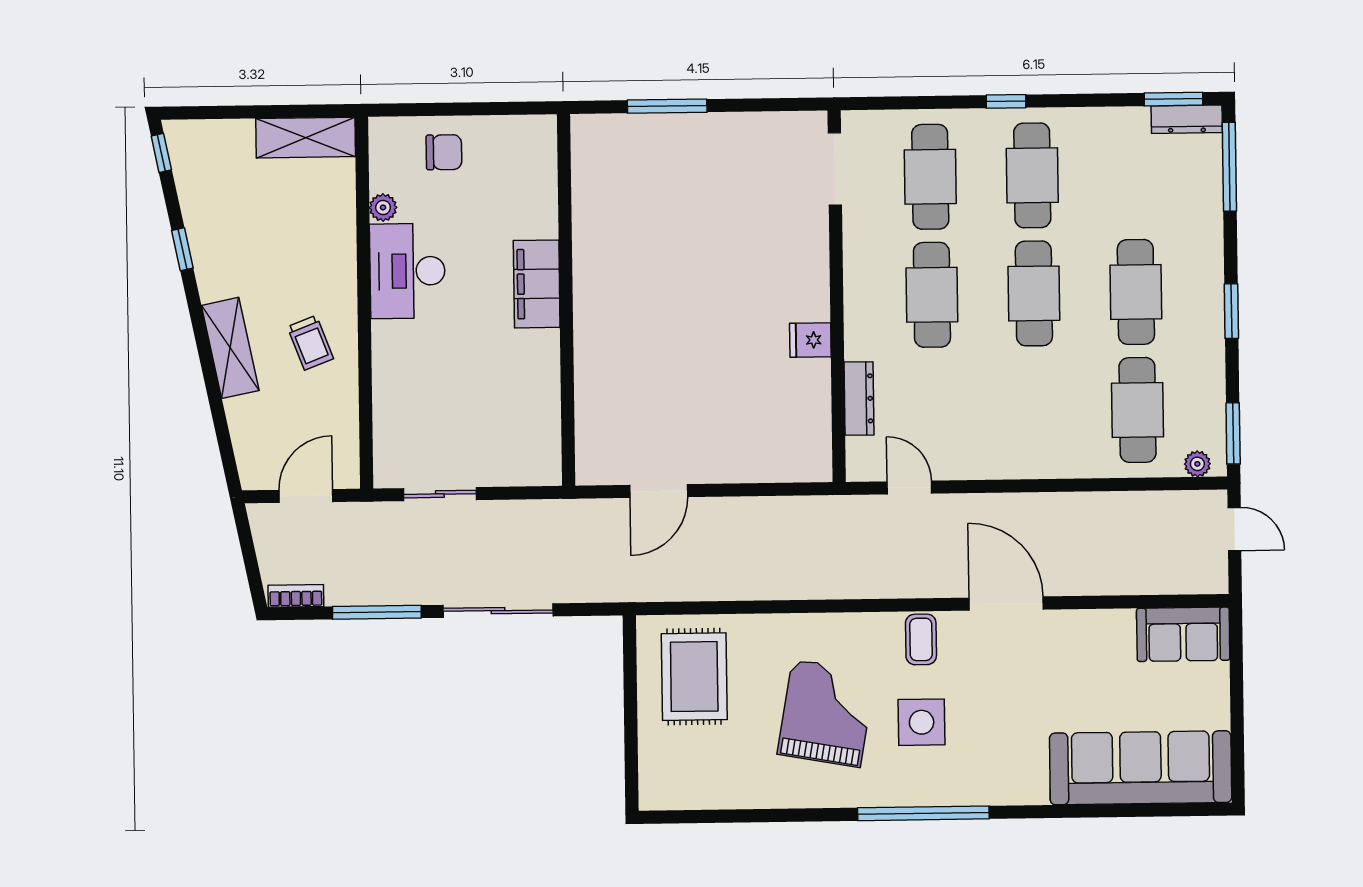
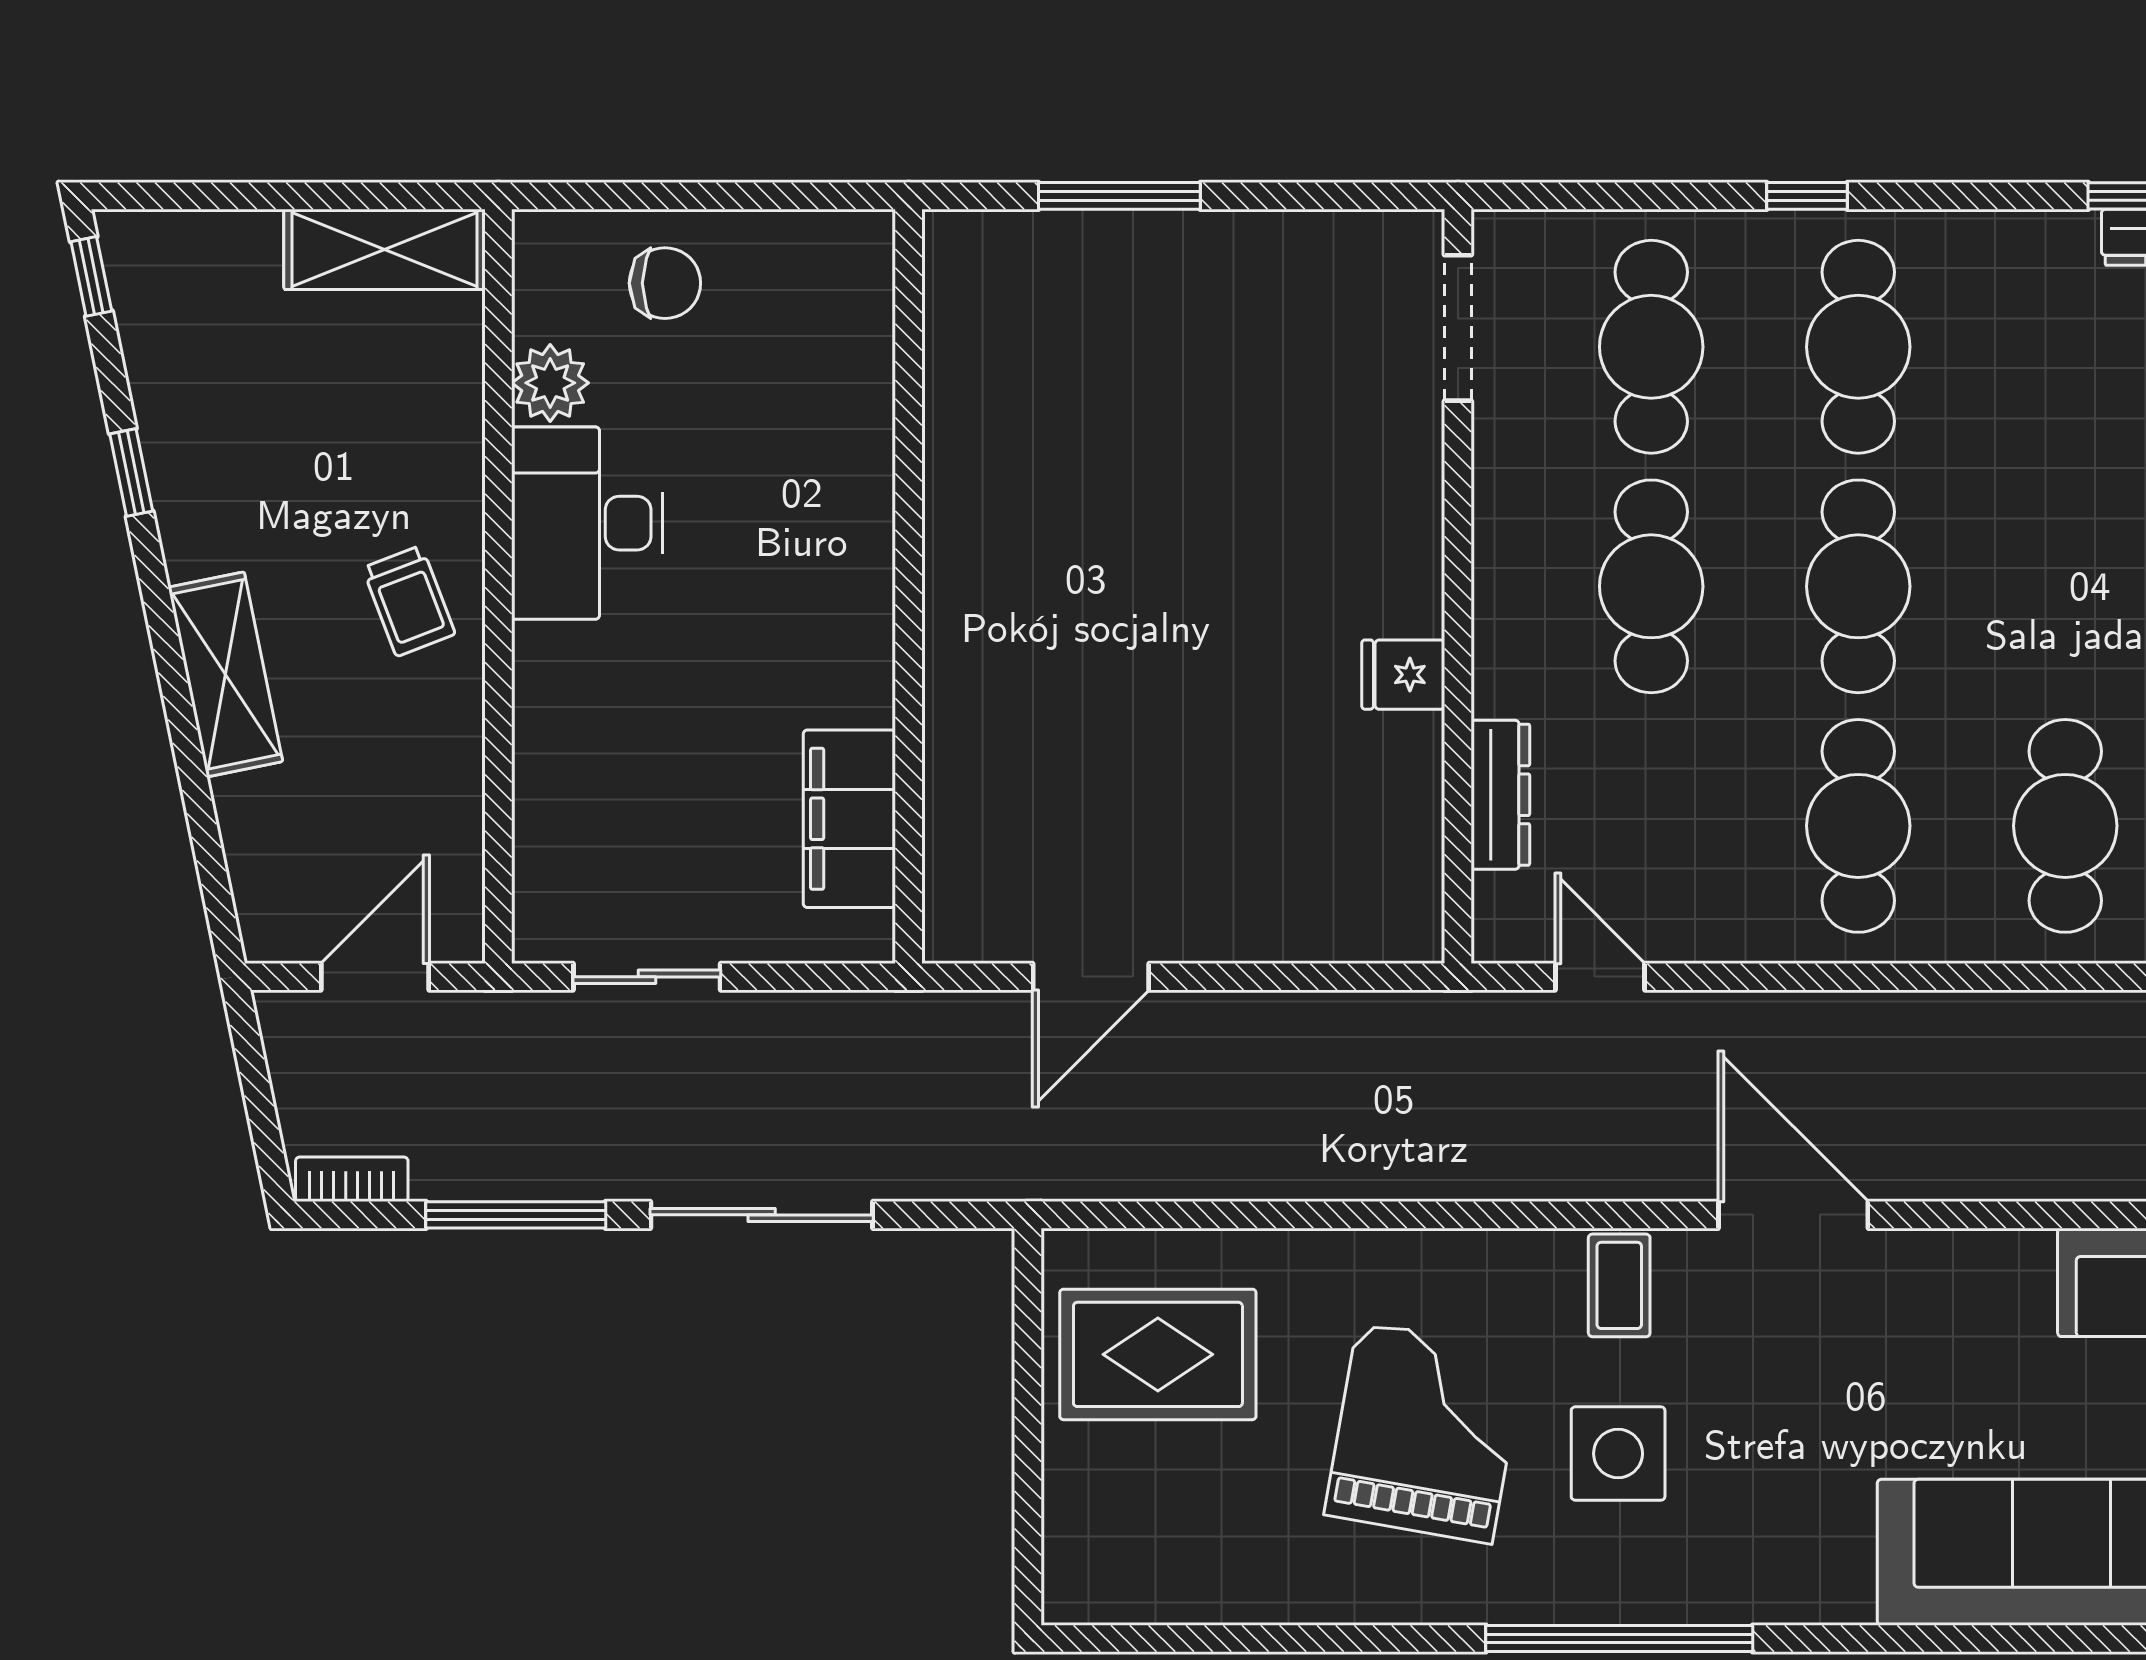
plant: (383, 207) -> (550, 383), width x1.38, depth x1.38
filing cabinet: (537, 284) -> (849, 819), moved
cafe table: (1136, 292) -> (1858, 826), moved
trolley: (310, 343) -> (409, 601), moved
rug: (694, 677) -> (1158, 1354), turned 90

